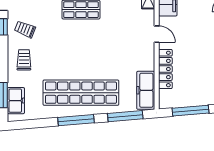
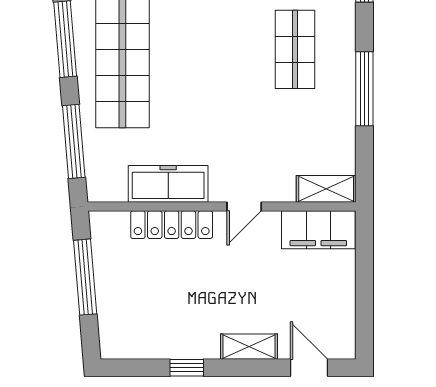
freezer: (146, 90) -> (168, 184), moved

